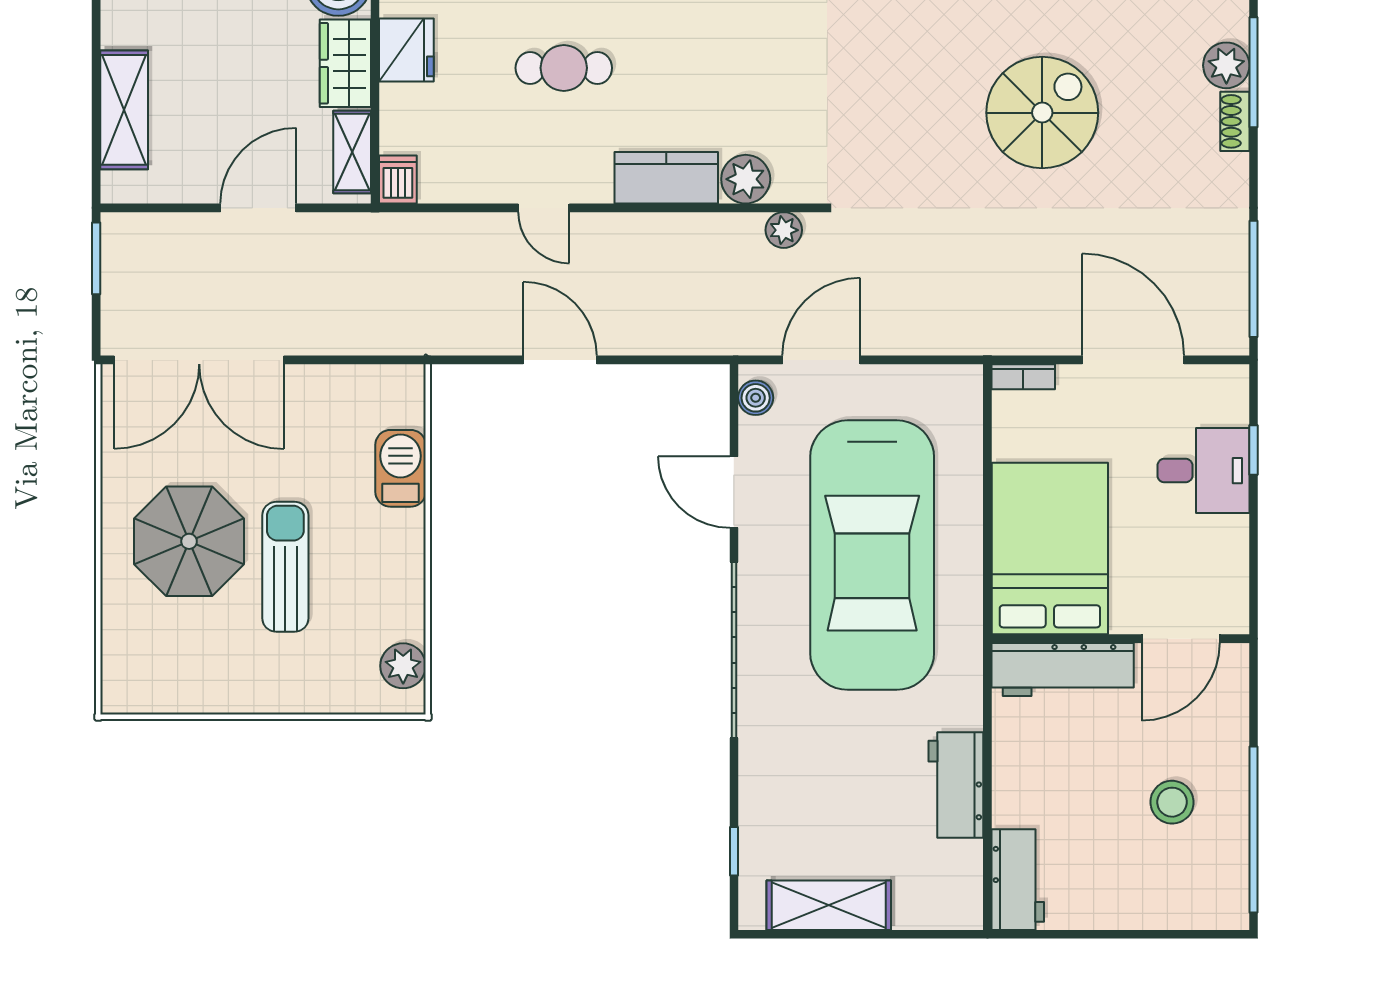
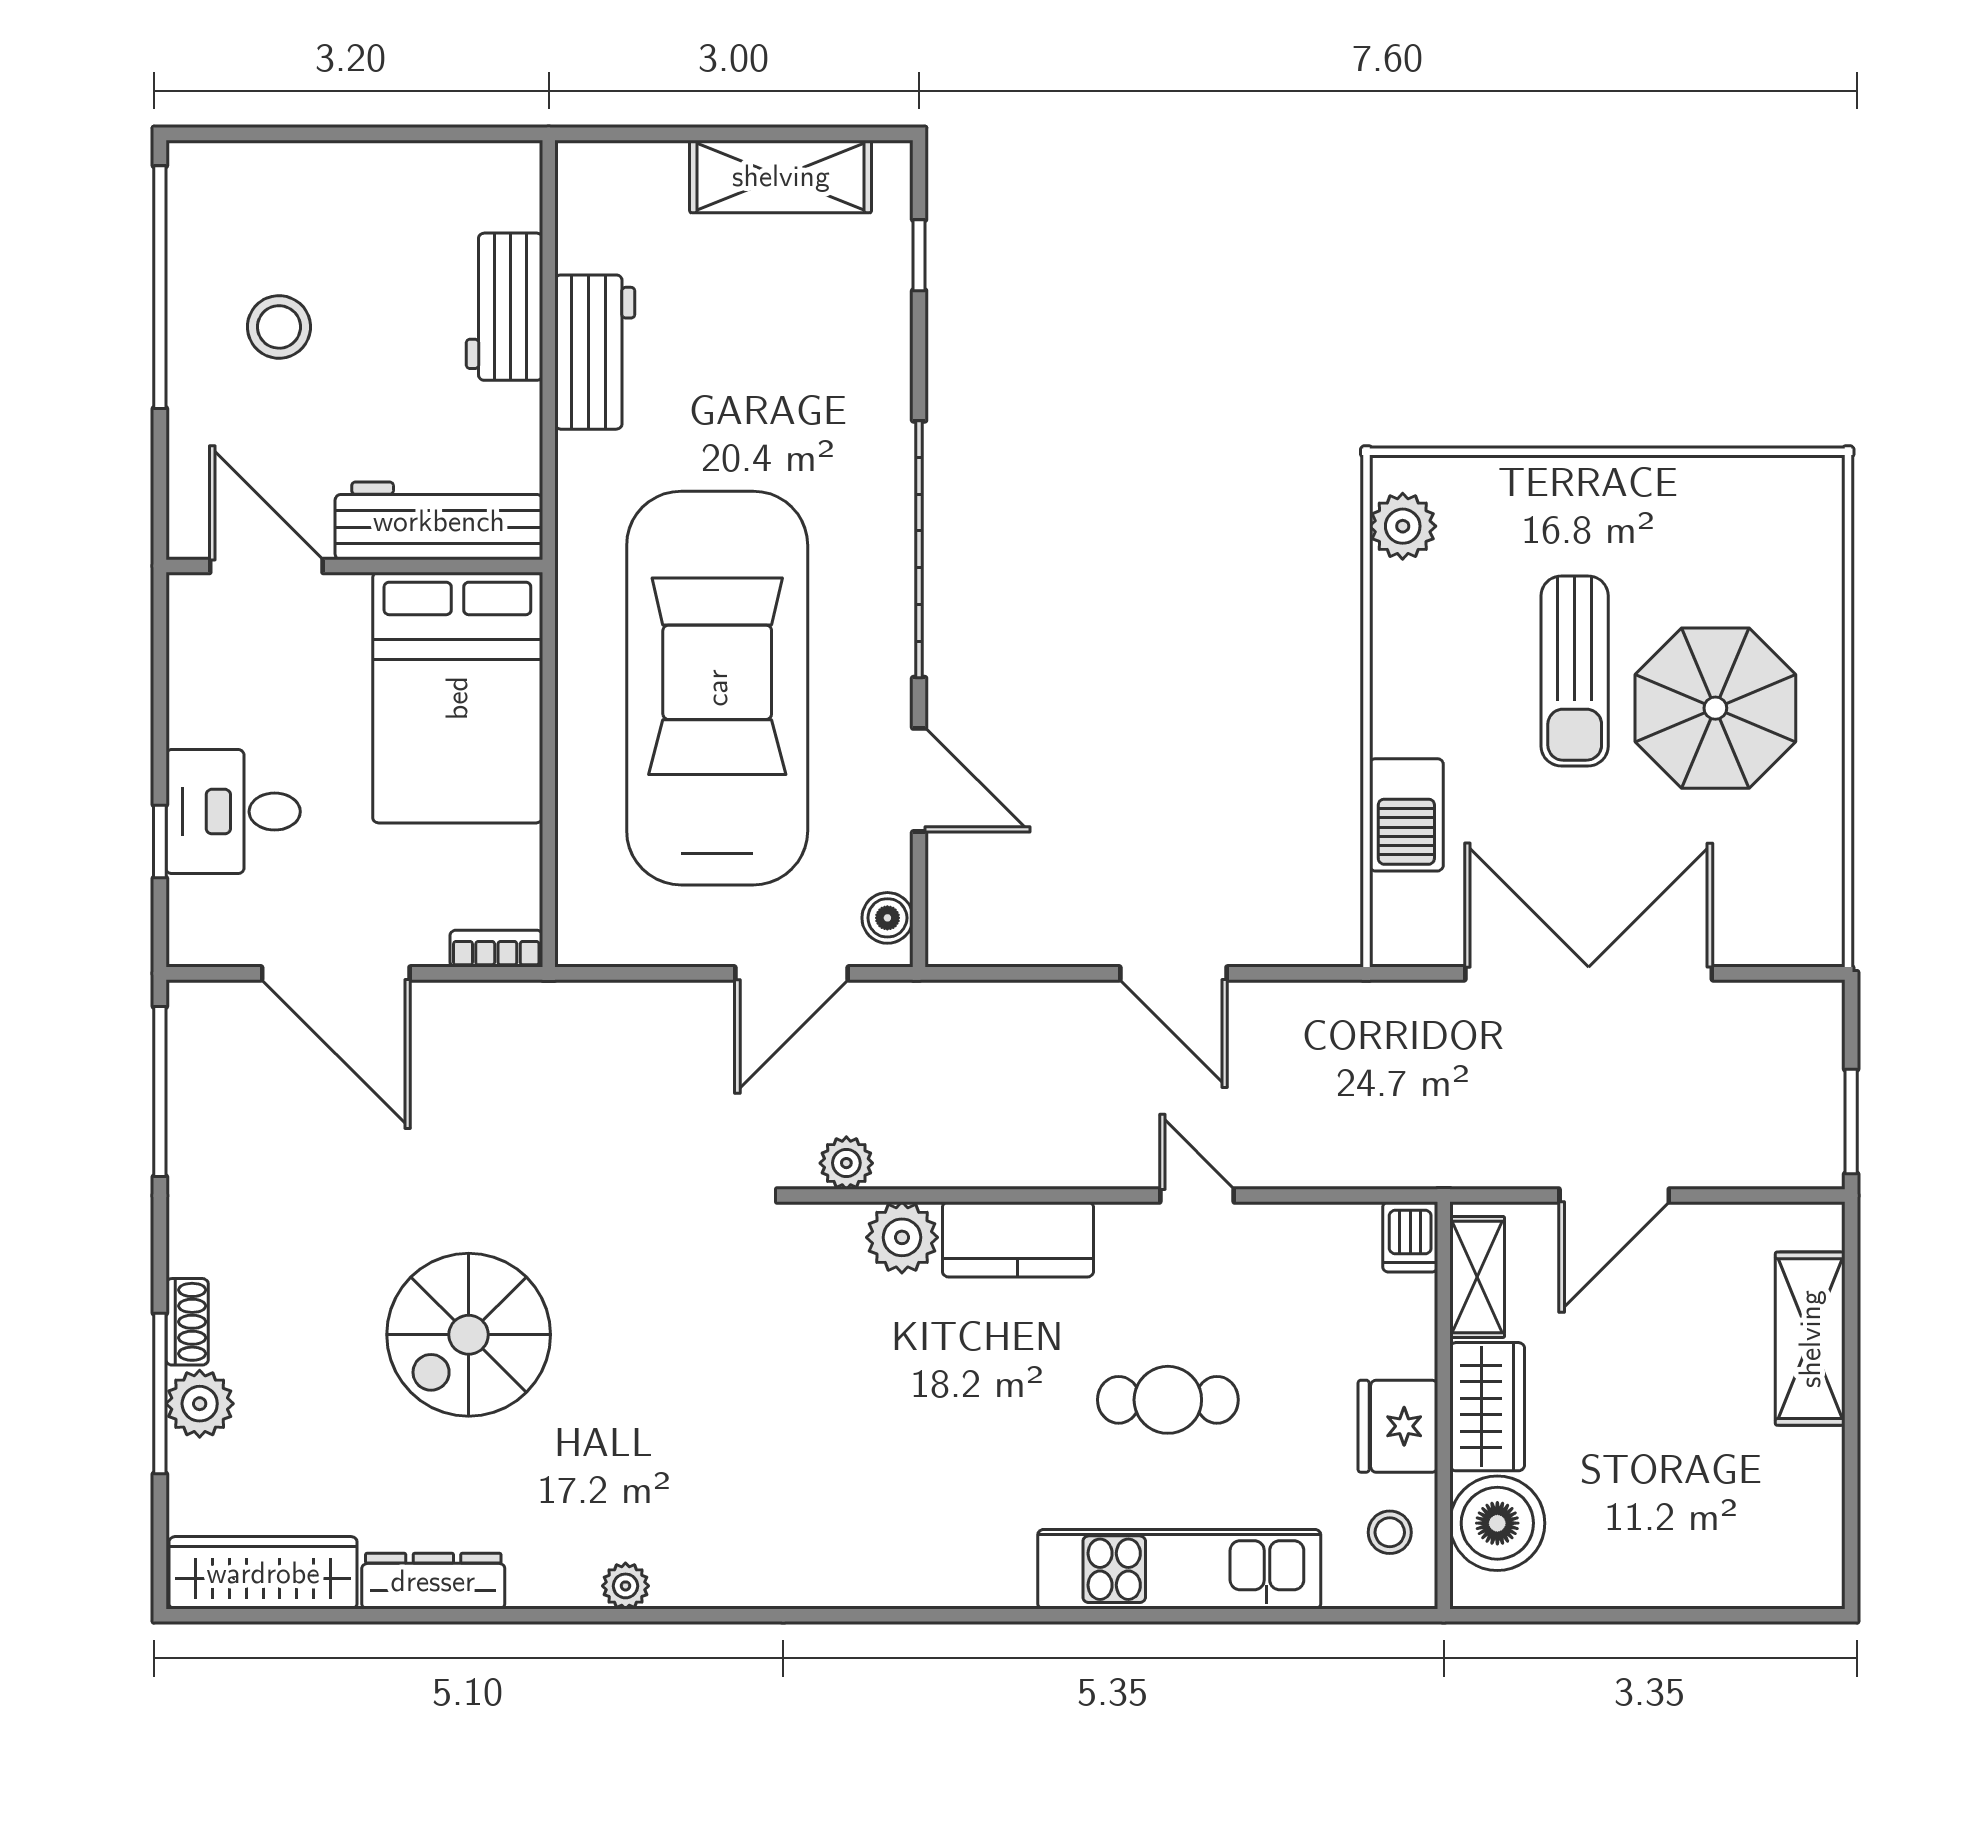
double door: (199, 360) -> (1589, 973), moved
door: (1181, 639) -> (266, 566), hinge flipped
workbench: (1018, 880) -> (504, 307), moved

